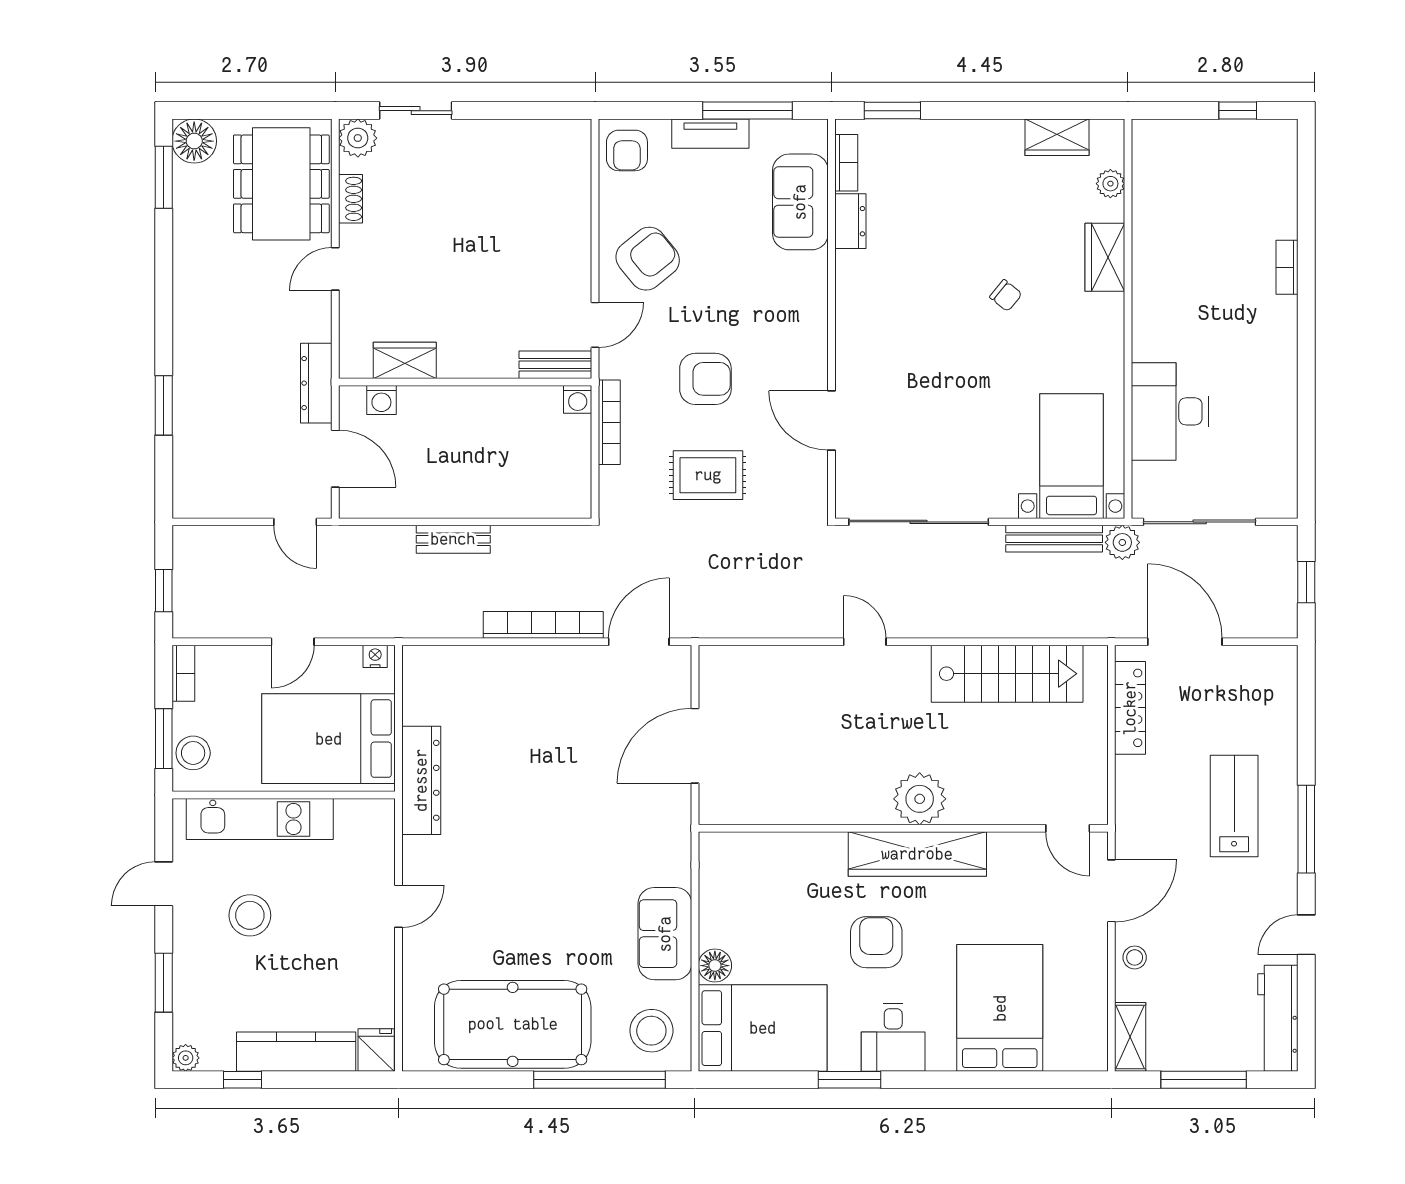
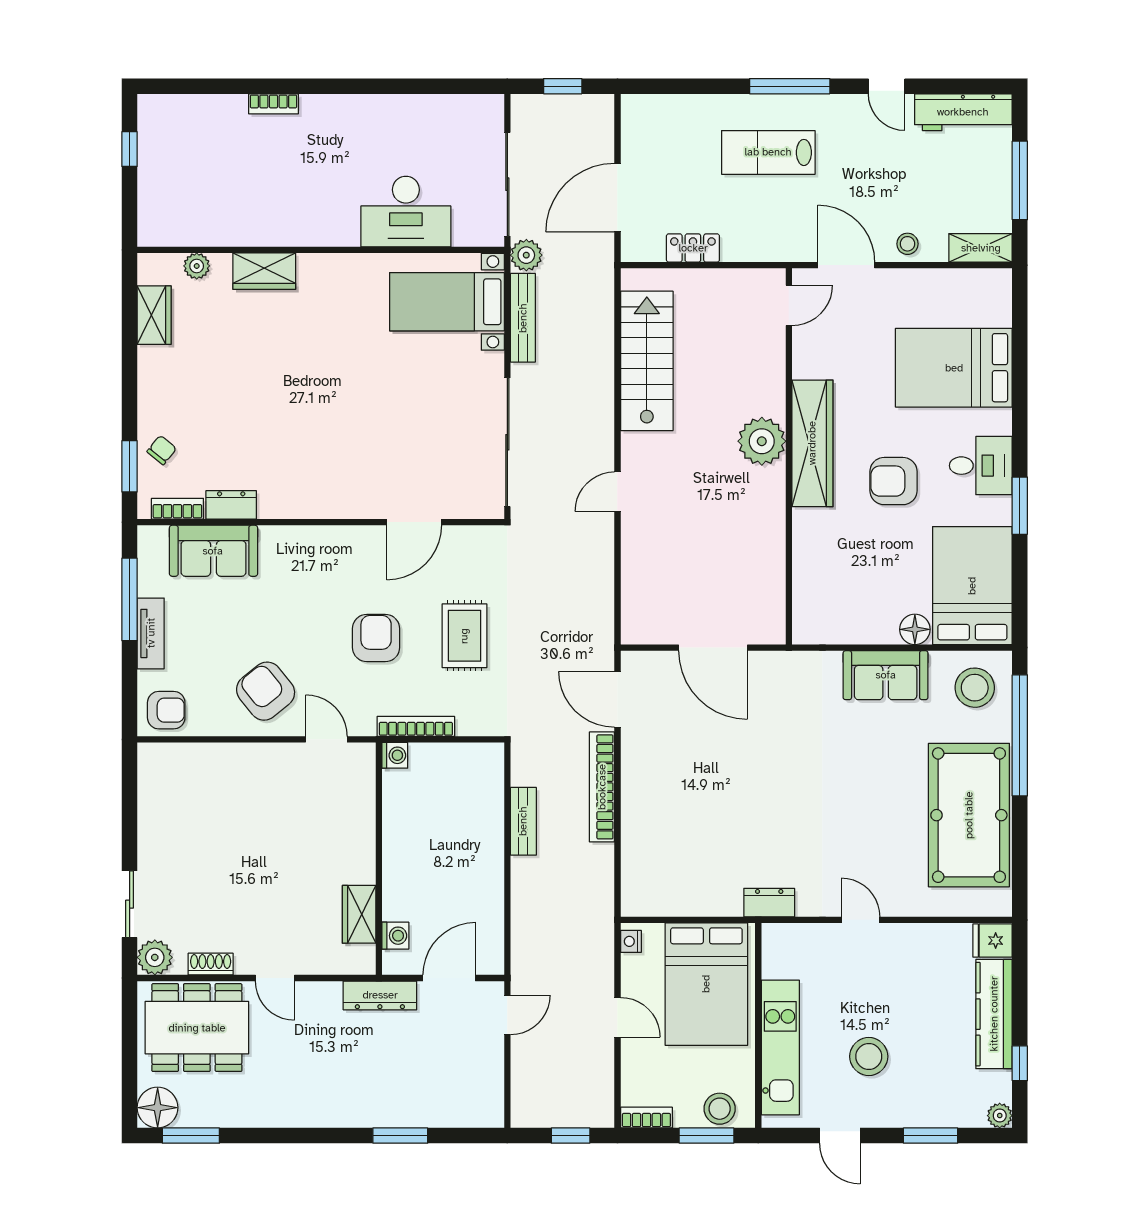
chair: (1006, 295) -> (162, 450), moved
bench: (555, 365) -> (363, 776), removed
bench: (453, 539) -> (523, 821), moved
locker: (1130, 708) -> (693, 248), width x0.66
dresser: (421, 780) -> (769, 903), width x0.51, depth x0.80

